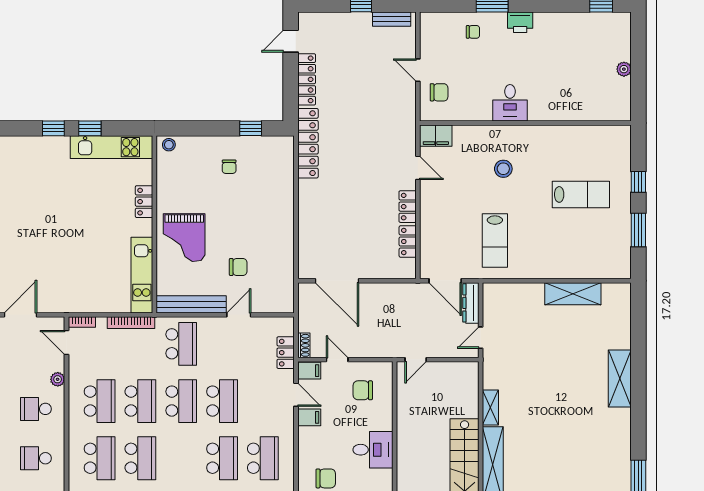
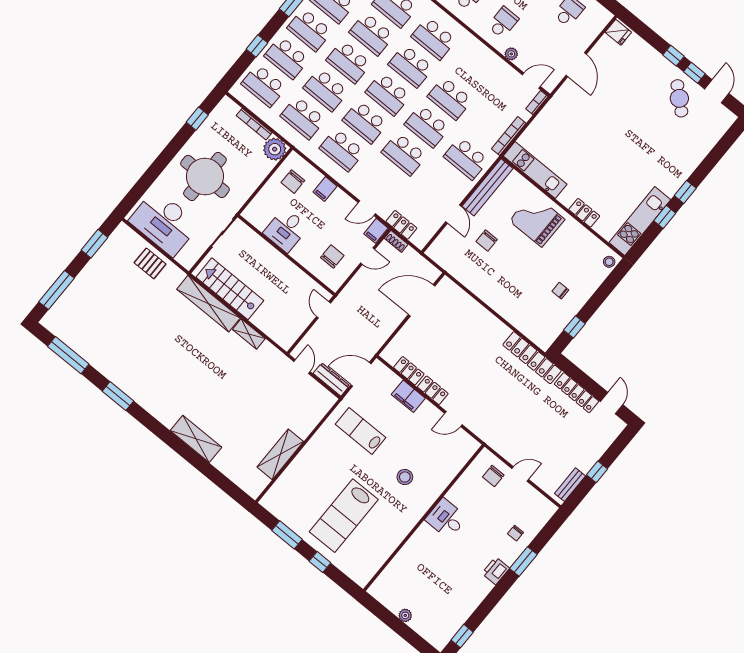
filing cabinet: (436, 136) -> (408, 396), moved, turned -90
lab bench: (581, 194) -> (344, 516), width x1.36, depth x1.39
school desk: (100, 401) -> (388, 94), moved
filing cabinet: (309, 417) -> (325, 189), moved

